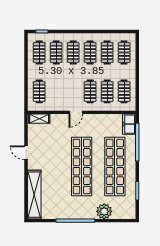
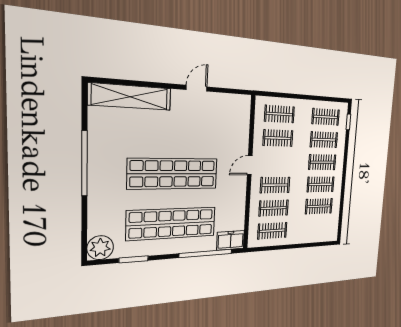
clothes rail: (124, 52) -> (278, 138), moved
door: (76, 112) -> (250, 165), hinge flipped
shelving: (39, 119) -> (244, 112), removed
plant: (104, 211) -> (100, 248), moved

